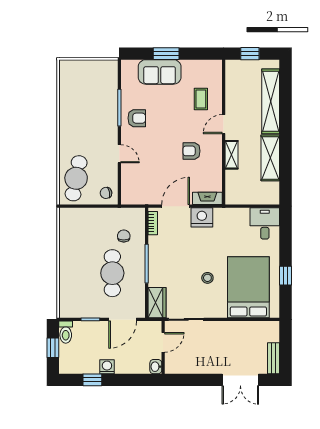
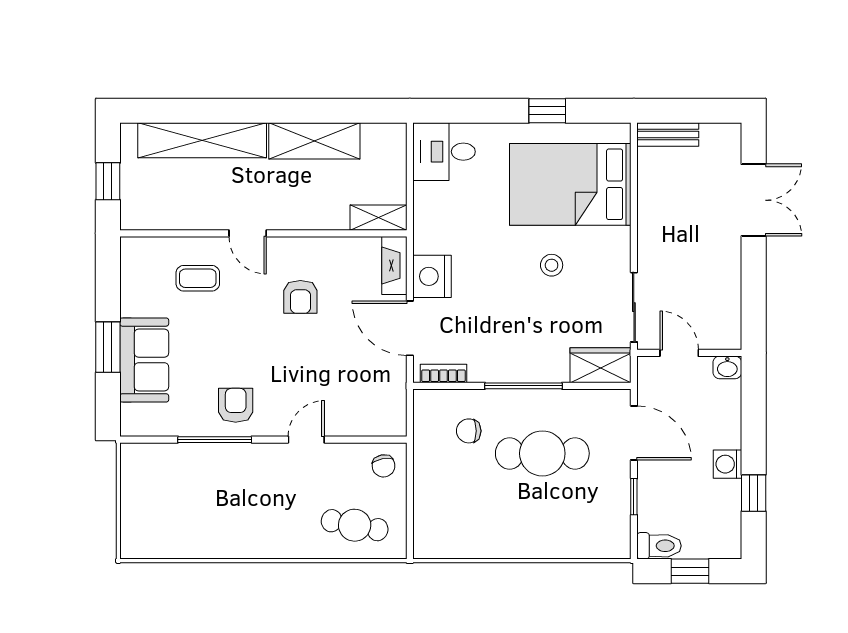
shelving: (232, 155) -> (378, 218), moved
cafe table: (76, 178) -> (355, 525), width x0.73, depth x0.74
bench: (274, 358) -> (668, 134), moved

